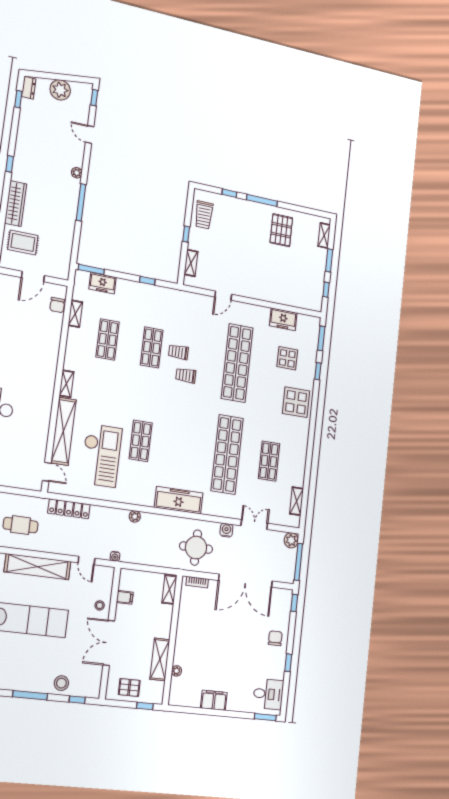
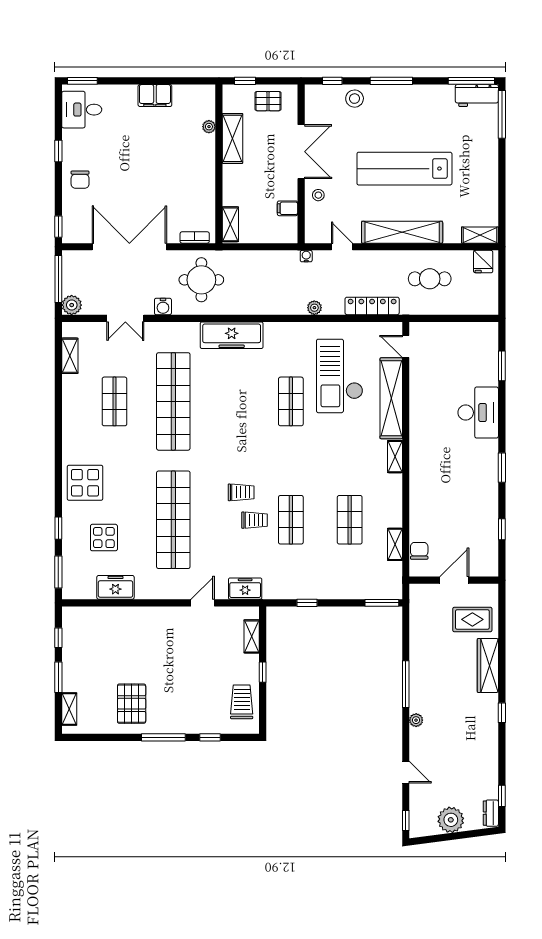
freezer: (103, 283) -> (245, 589), moved
plant: (135, 516) -> (314, 308), moved

